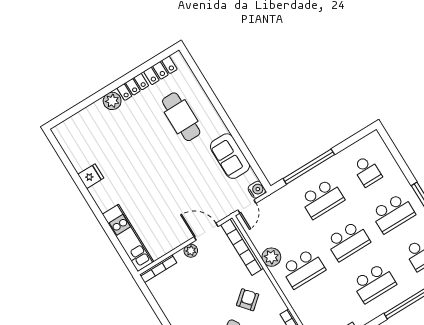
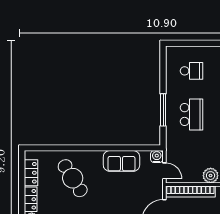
cafe table: (181, 117) -> (73, 178), turned 58
window: (309, 167) -> (163, 110), width x0.68

